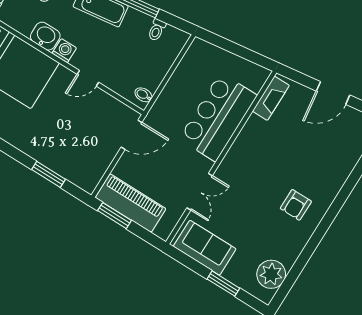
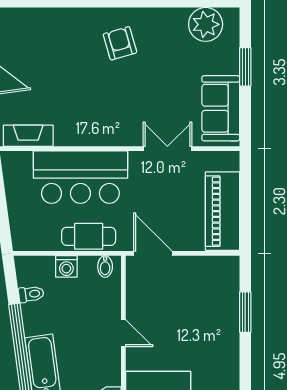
washing machine: (64, 51) -> (66, 266), moved, turned -90
cafe table: (172, 97) -> (89, 236), added
armchair: (296, 205) -> (120, 43), turned -106
window: (114, 216) -> (245, 220), removed

